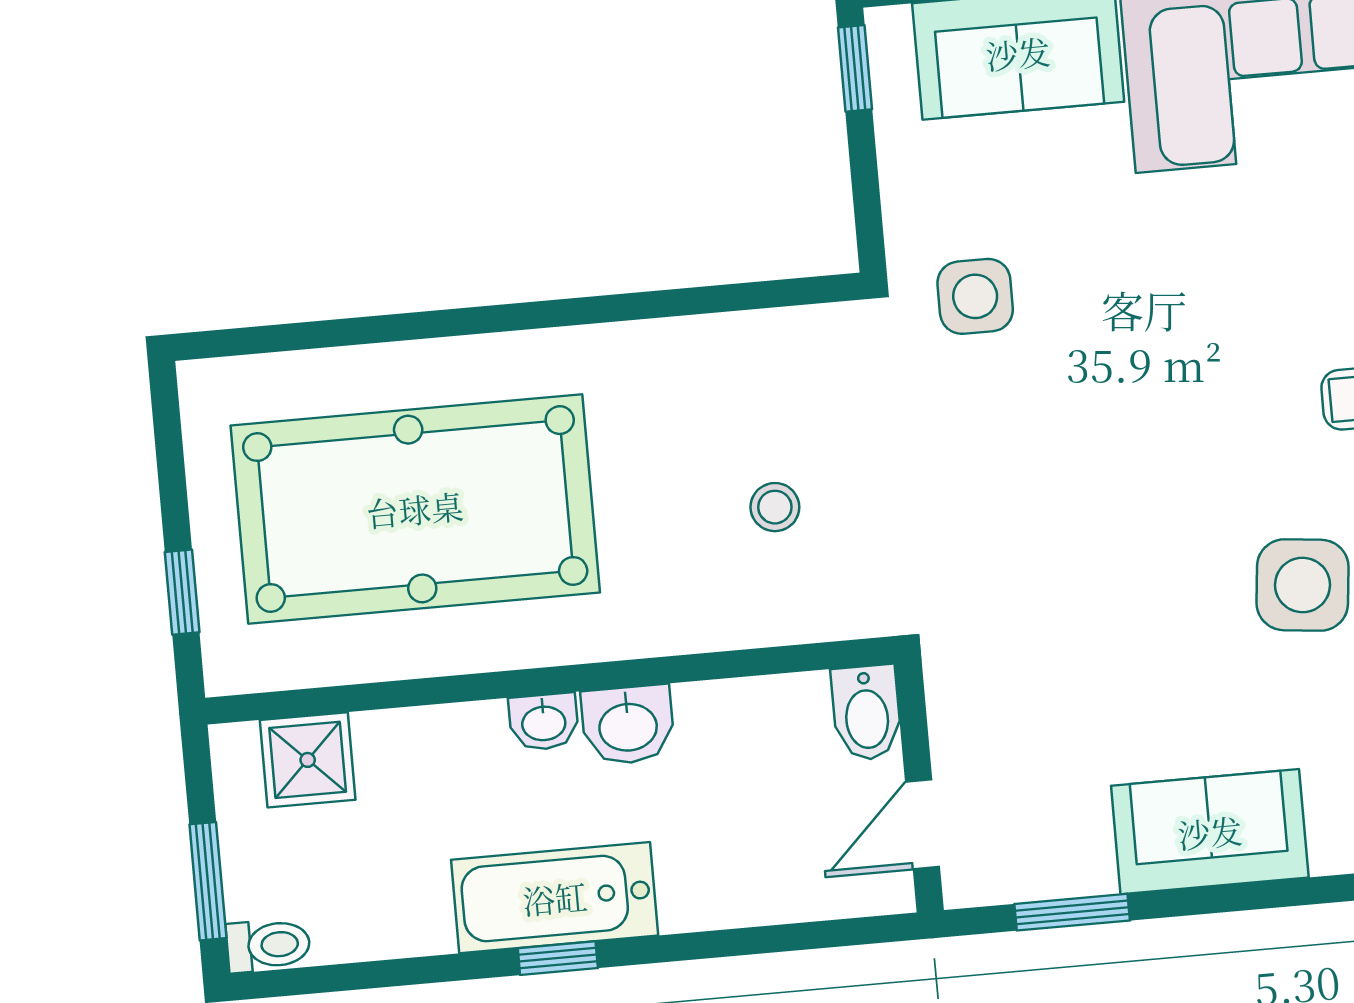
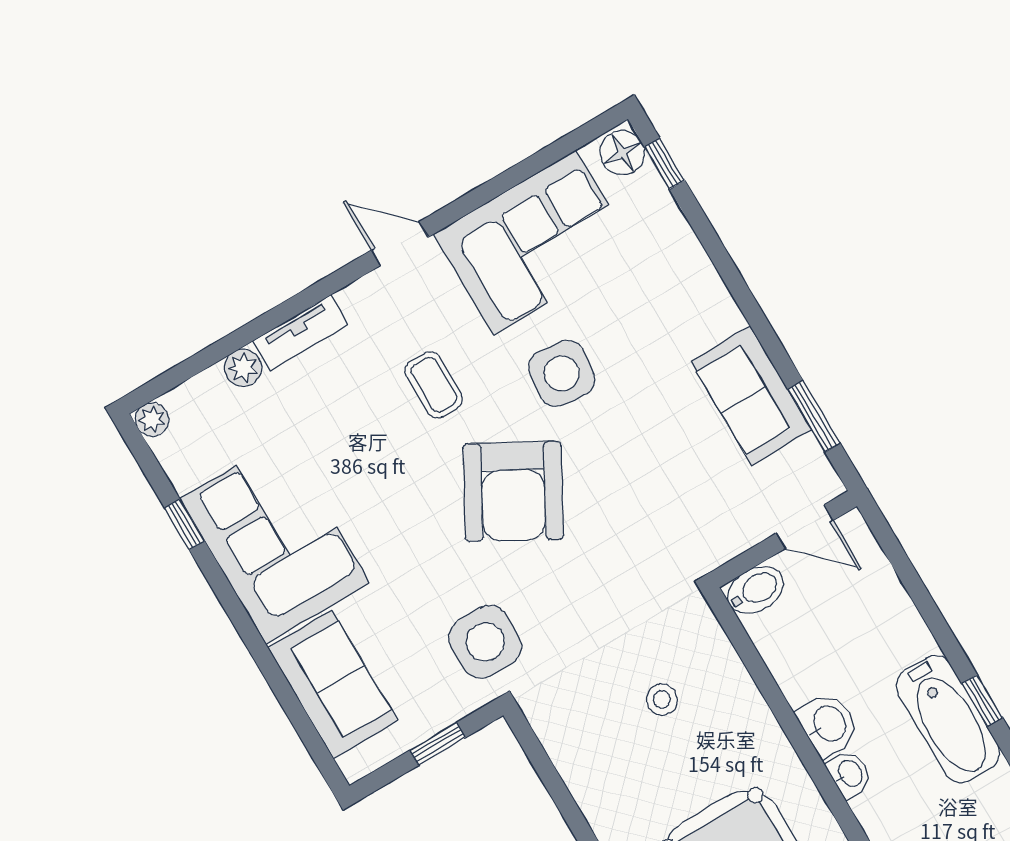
window: (855, 68) -> (437, 744), moved
side table: (975, 296) -> (485, 642), width x1.37, depth x1.37
armchair: (1169, 437) -> (513, 491), added
sofa: (1210, 832) -> (751, 395), moved

